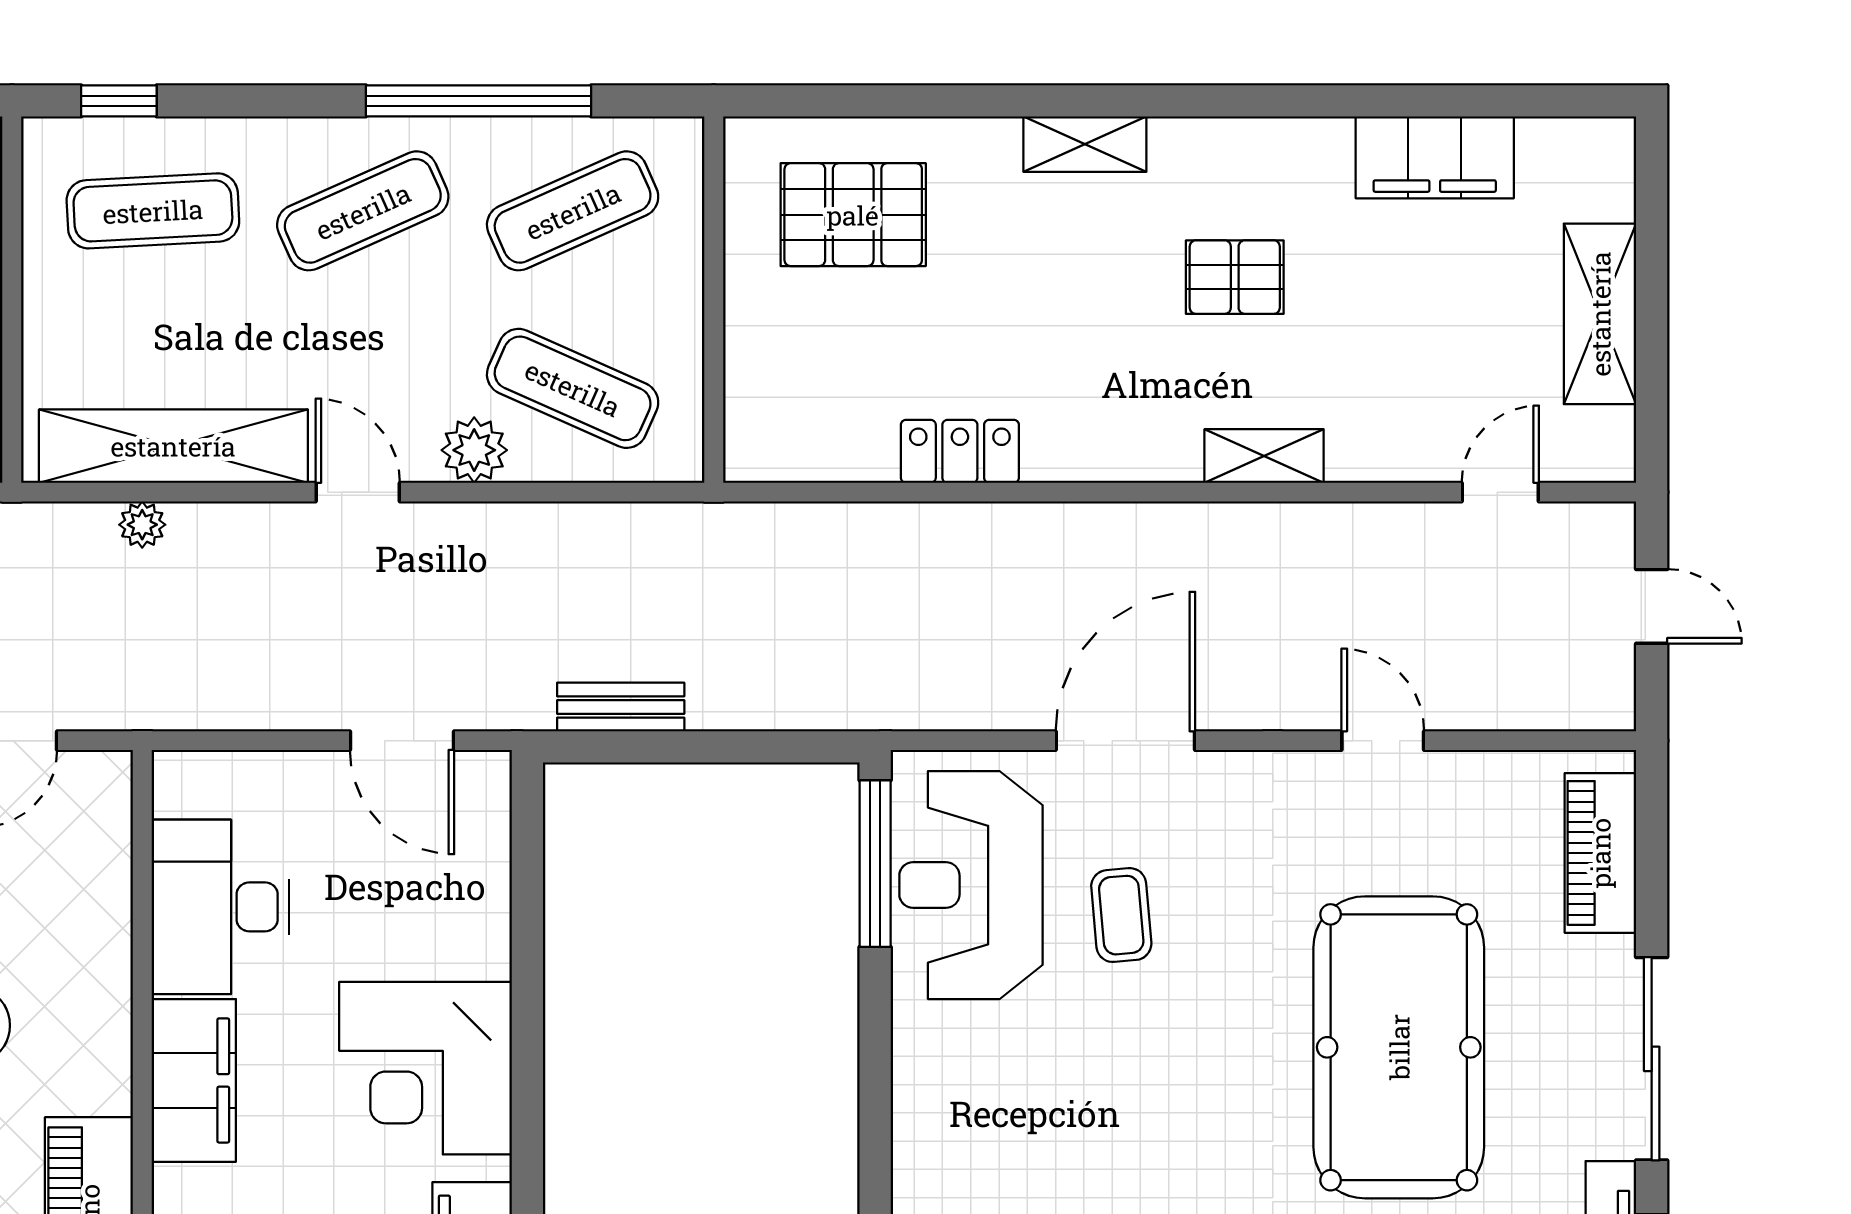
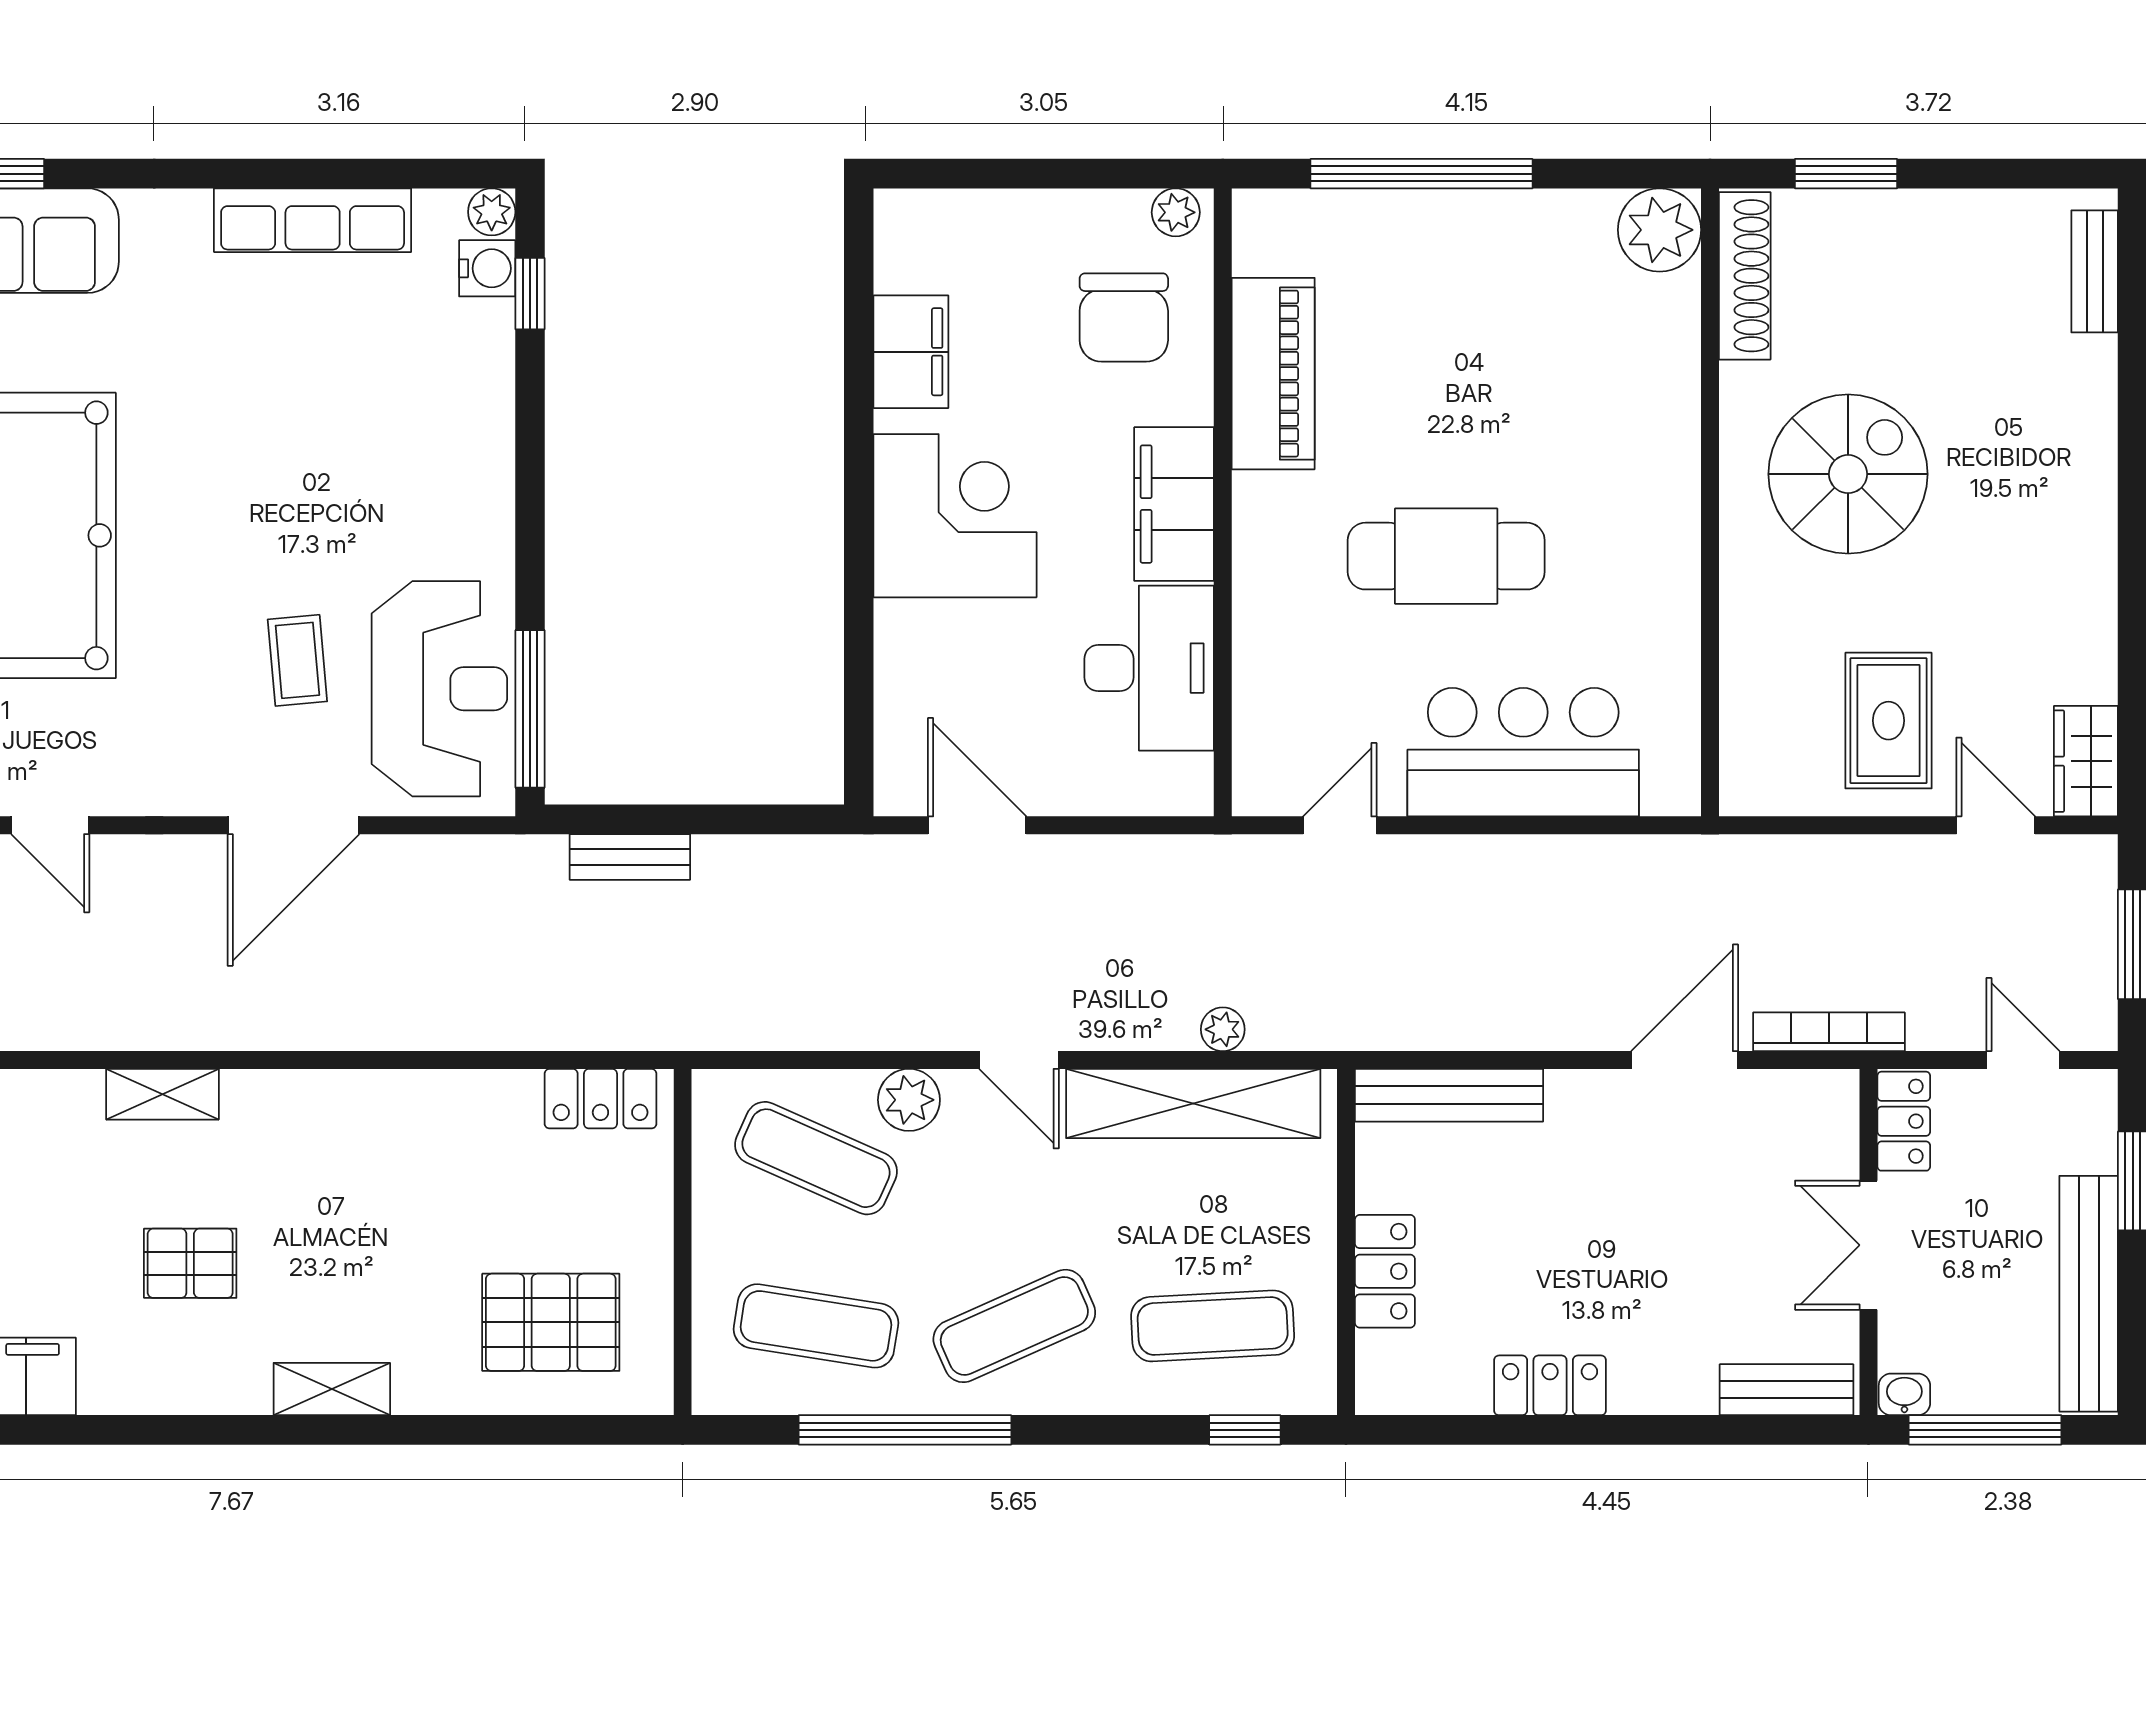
exercise mat: (573, 211) -> (816, 1326), turned 33
locker: (960, 451) -> (600, 1099), moved
bench: (621, 707) -> (630, 857), moved

